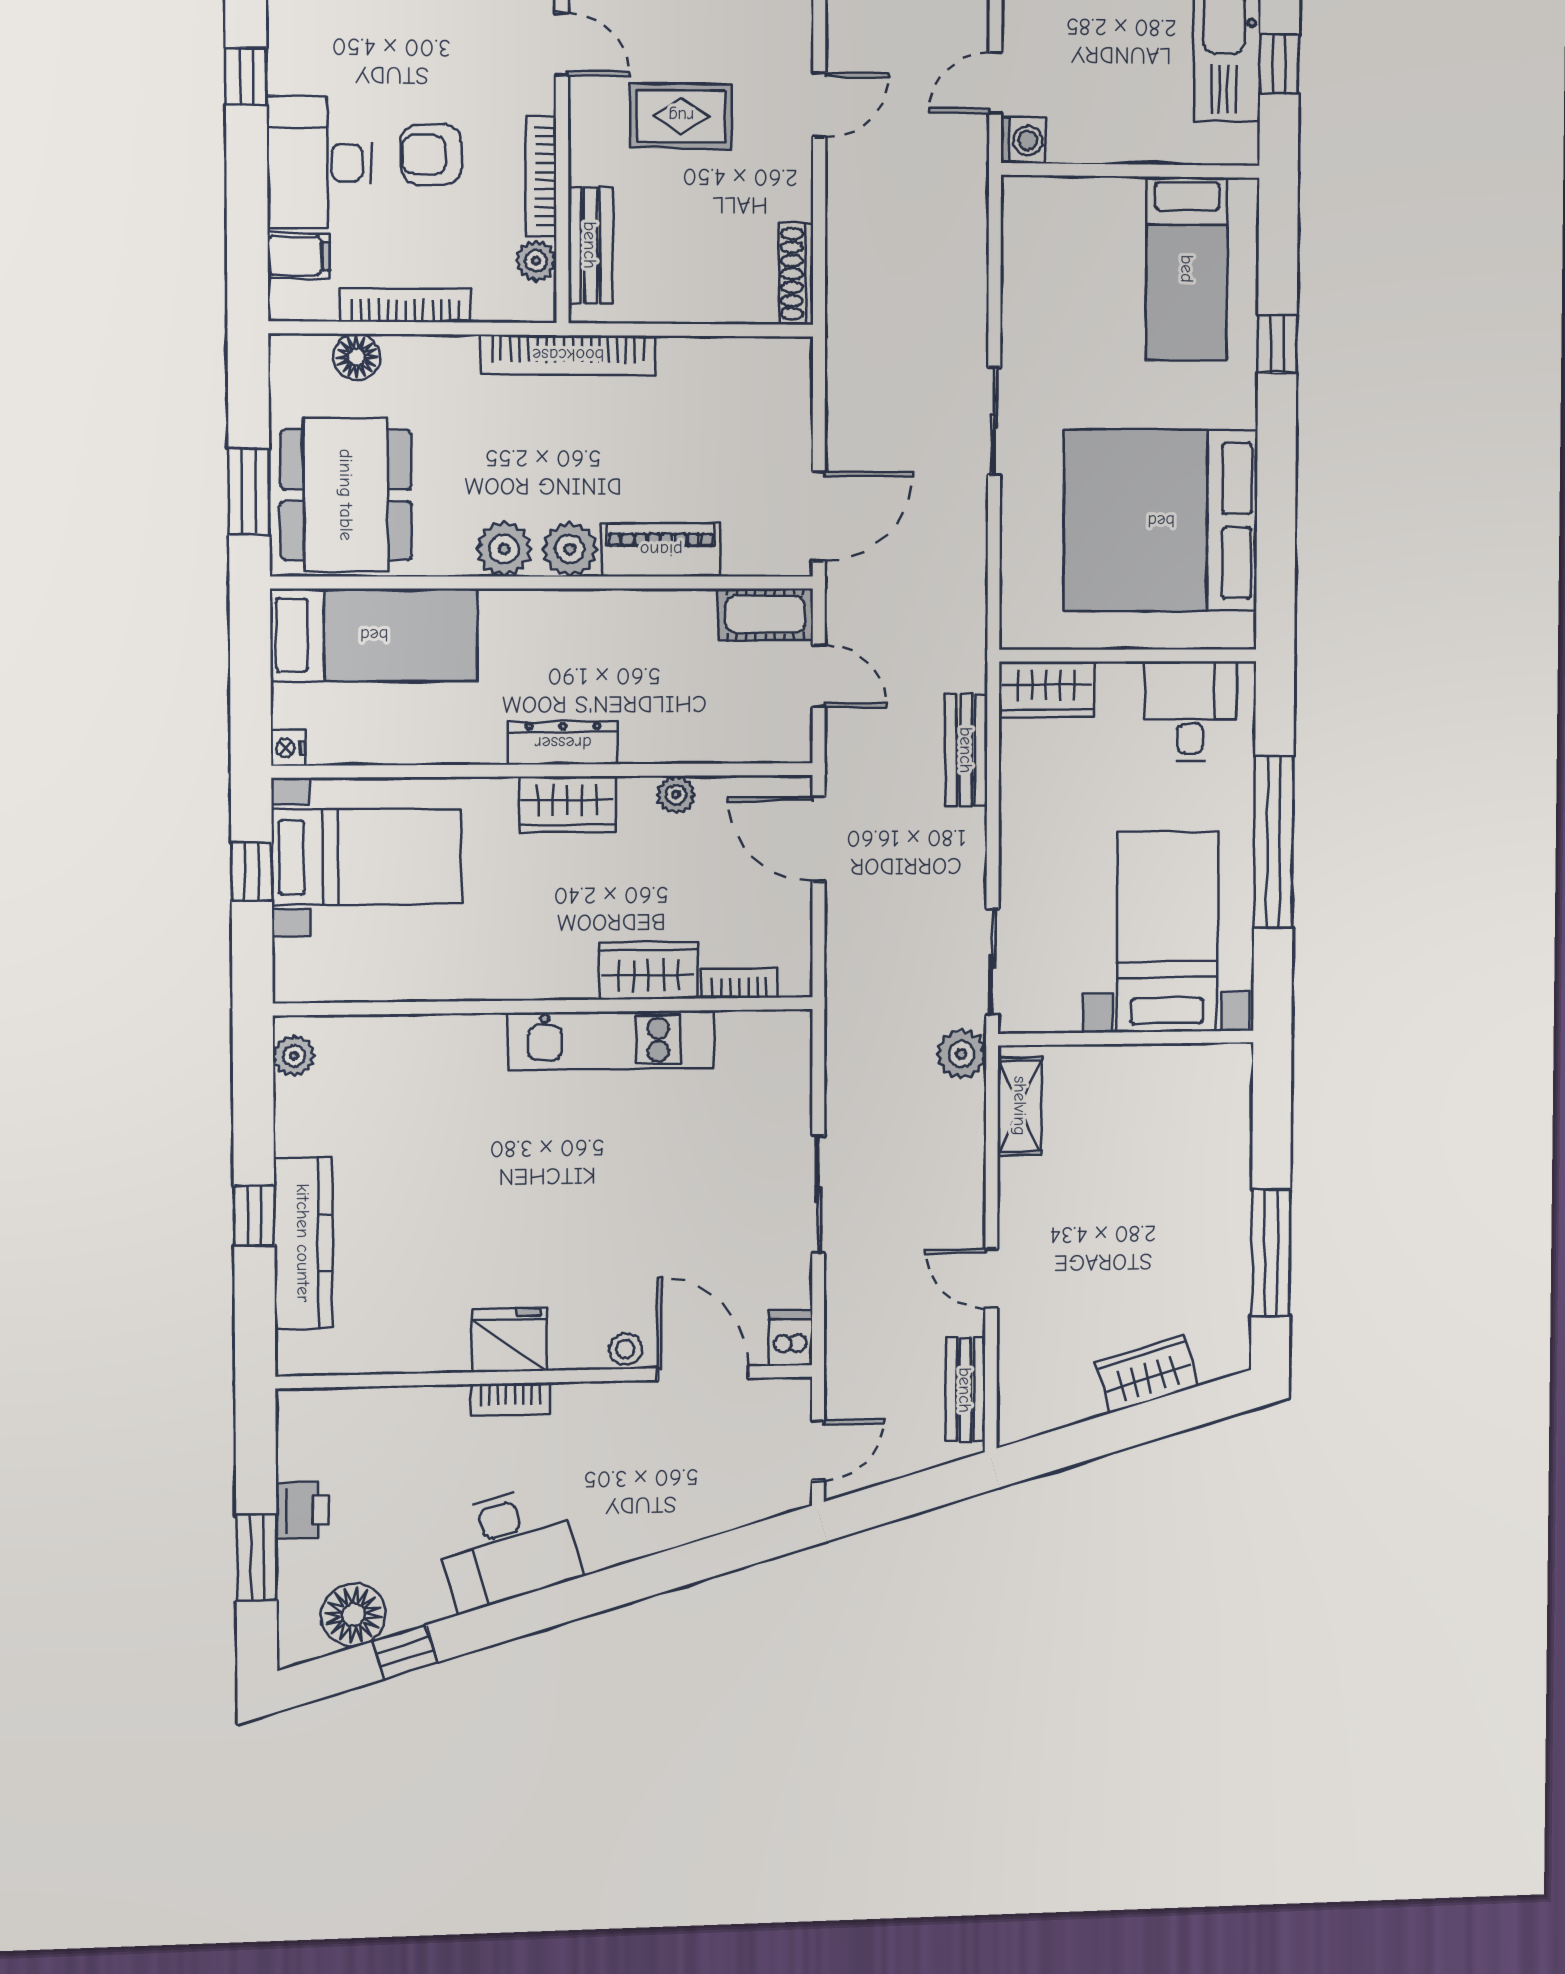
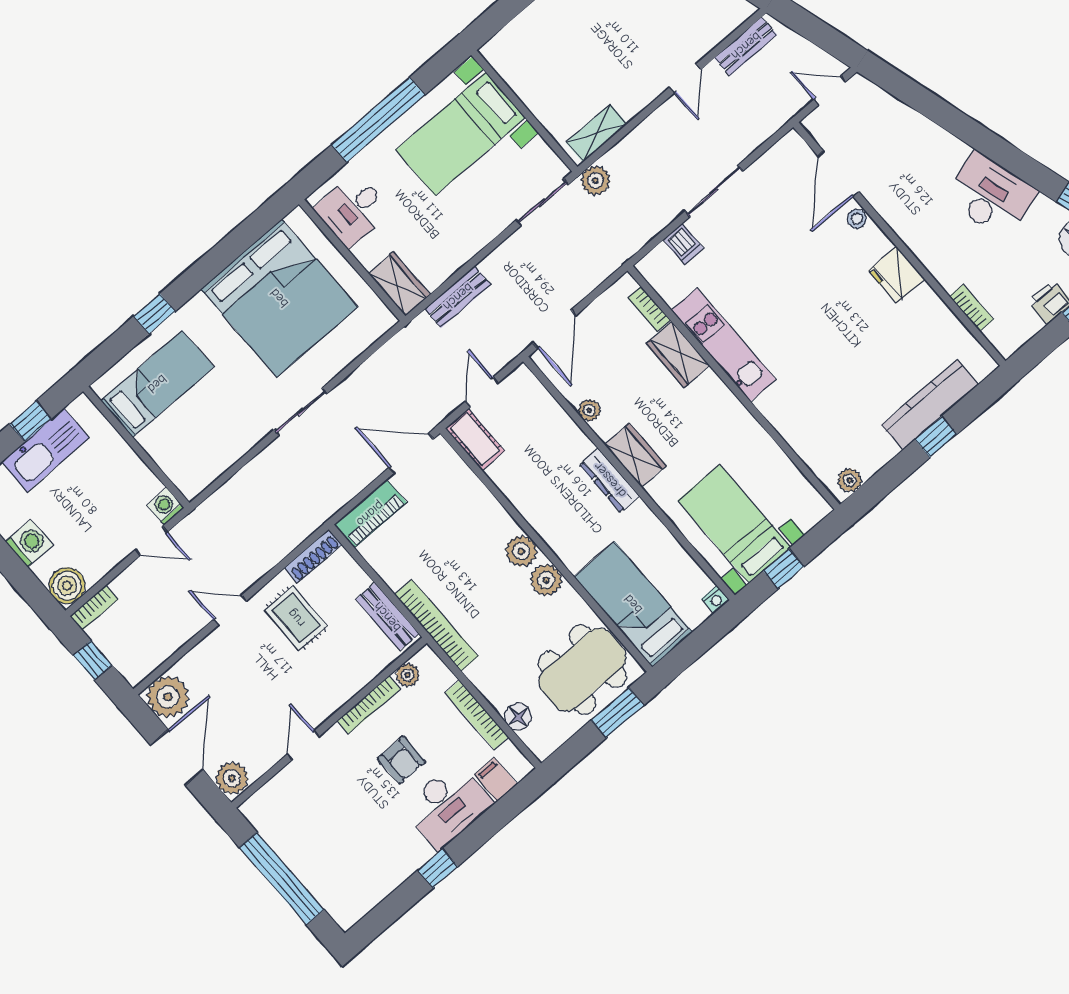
rug: (681, 116) -> (296, 618), moved
bench: (590, 245) -> (387, 617), moved, turned 90
piano: (661, 550) -> (370, 514), moved, turned -90
dishwasher: (791, 1338) -> (683, 244), moved, turned -90
bookcase: (511, 1399) -> (971, 308), moved

